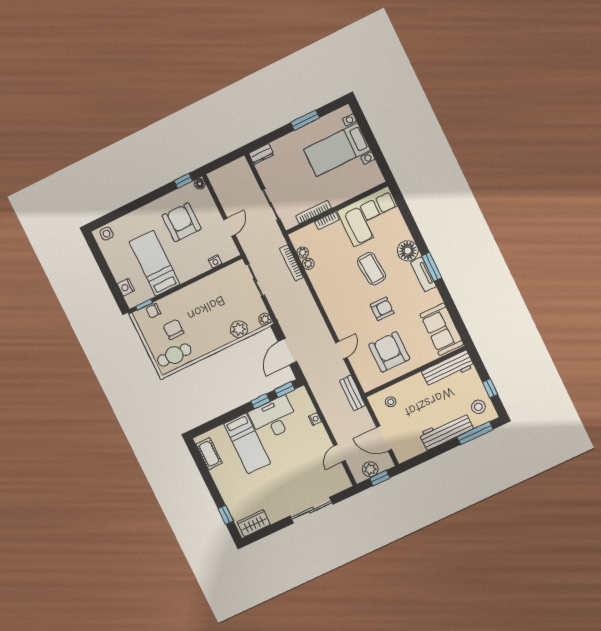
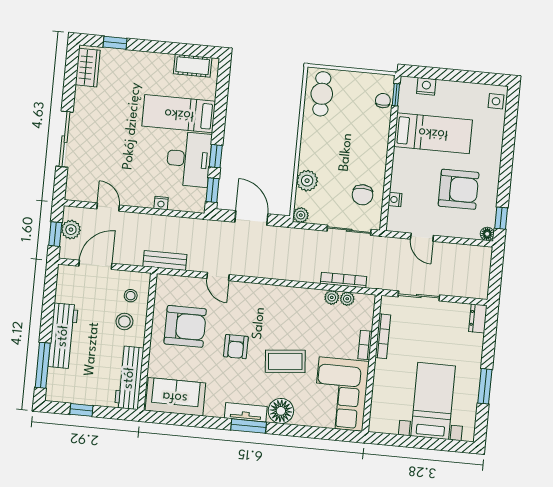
chair: (173, 329) -> (363, 195), moved, turned 90
stool: (478, 407) -> (124, 321), moved

